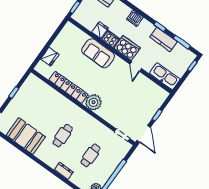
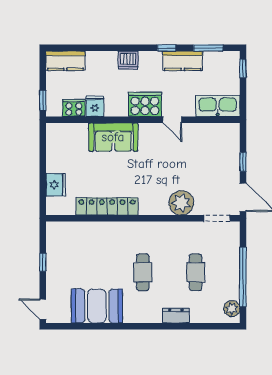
cooker: (110, 39) -> (74, 108), moved
plant: (93, 102) -> (181, 203), moved

